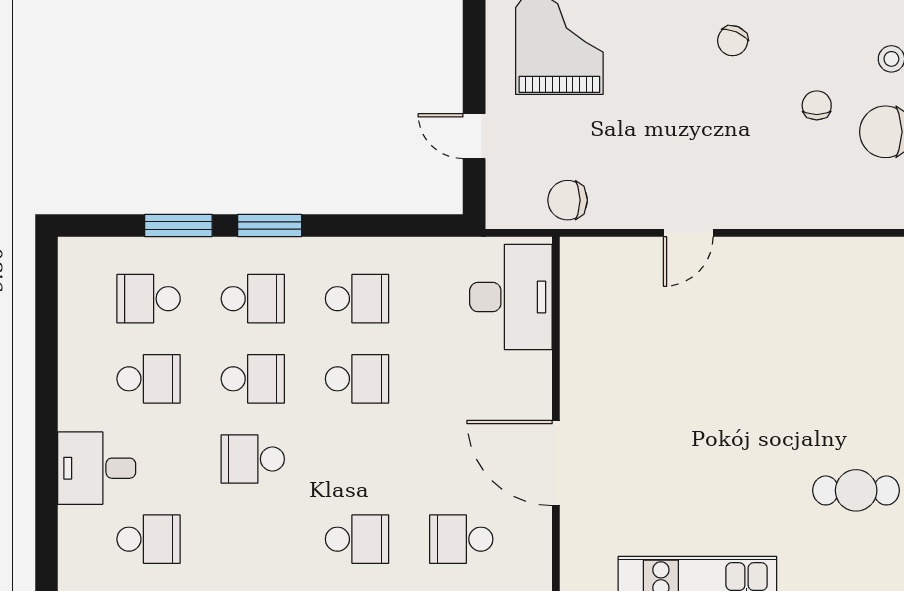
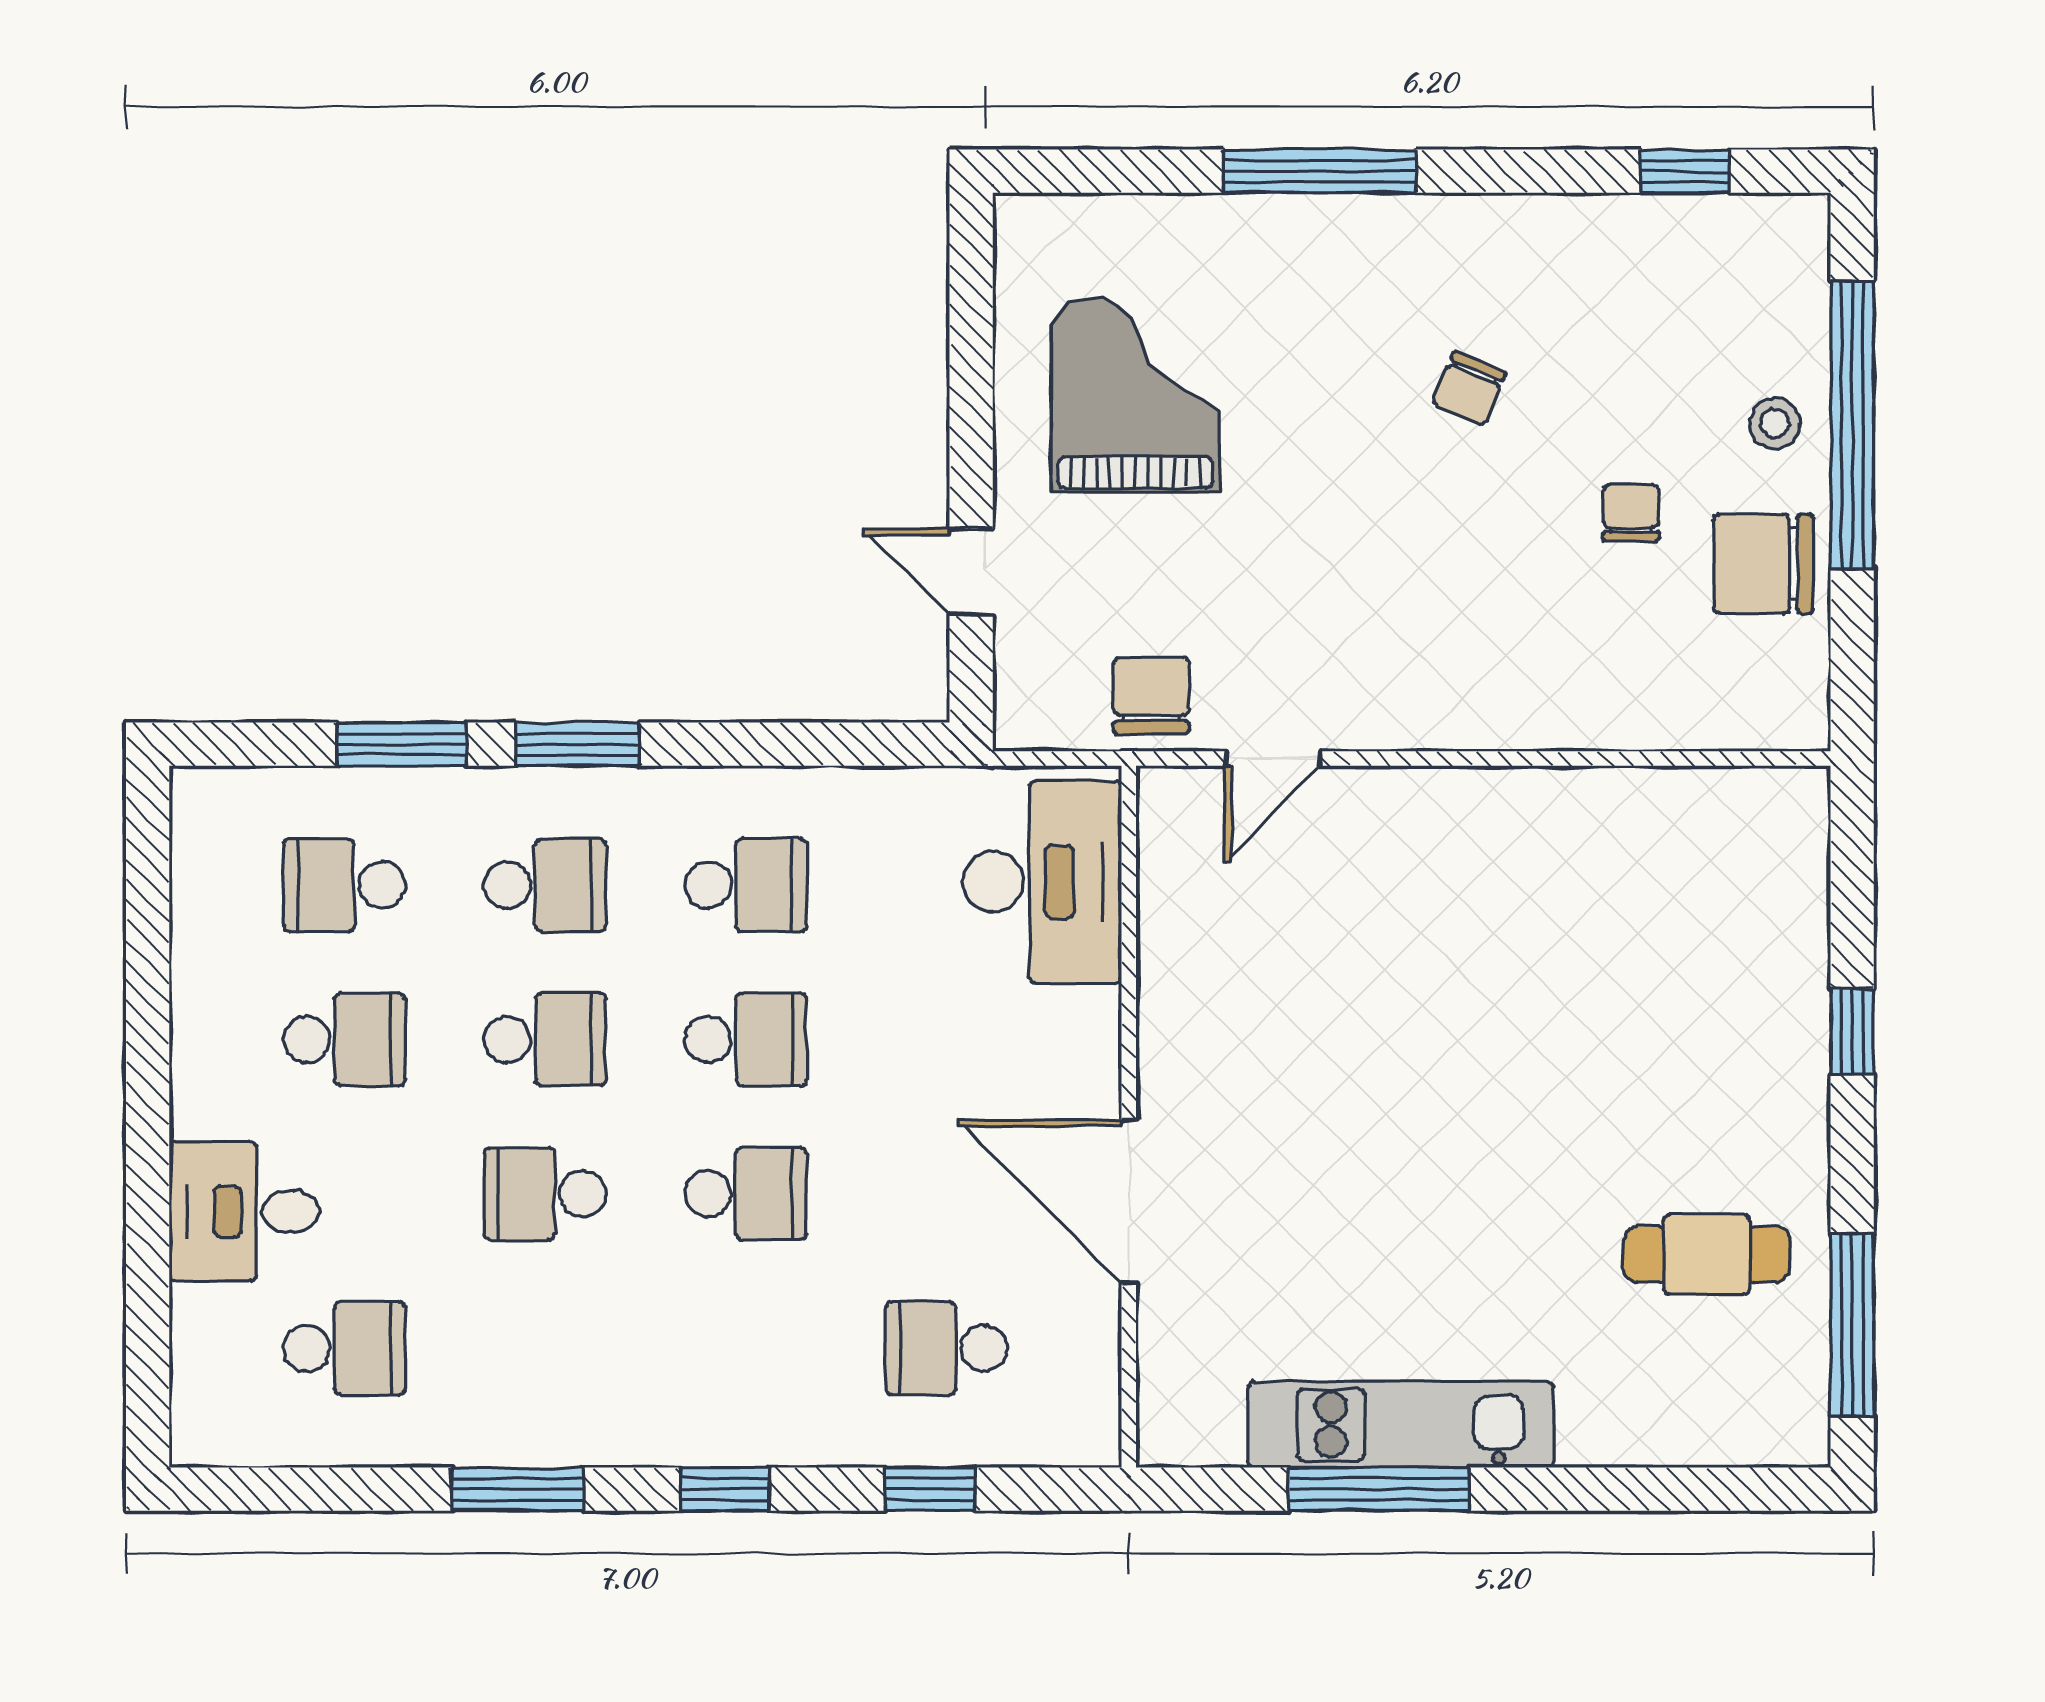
chair: (568, 200) -> (1151, 695), turned 90
door: (688, 233) -> (1273, 759), moved
school desk: (357, 539) -> (746, 1194), moved

